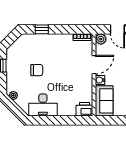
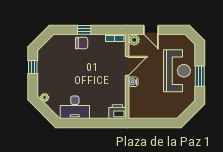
window: (42, 29) -> (84, 30), moved
chair: (37, 70) -> (82, 43), moved
sofa: (104, 101) -> (137, 103), removed

